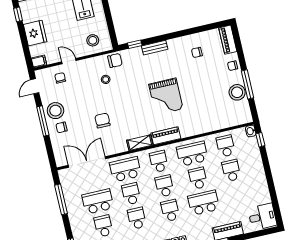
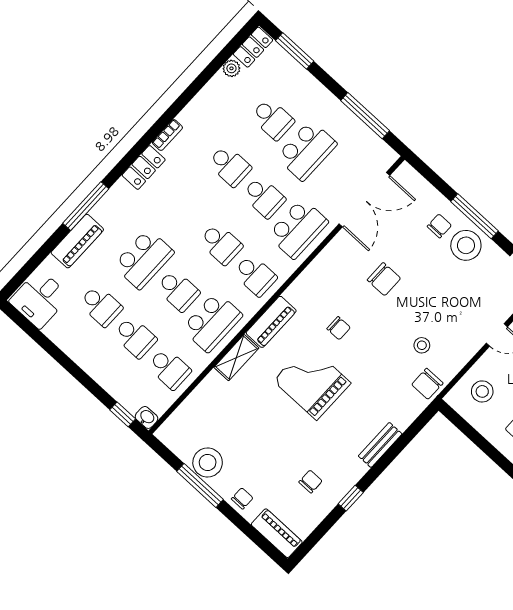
window: (135, 44) -> (351, 498), moved
chair: (60, 78) -> (339, 328), moved
shelving: (140, 143) -> (236, 358), moved
school desk: (170, 210) -> (101, 306), moved

